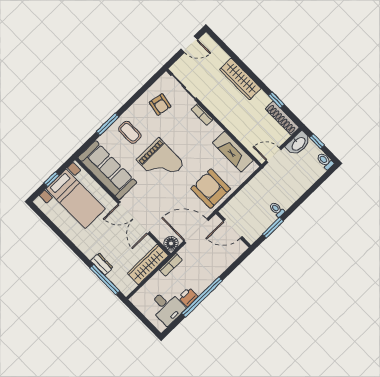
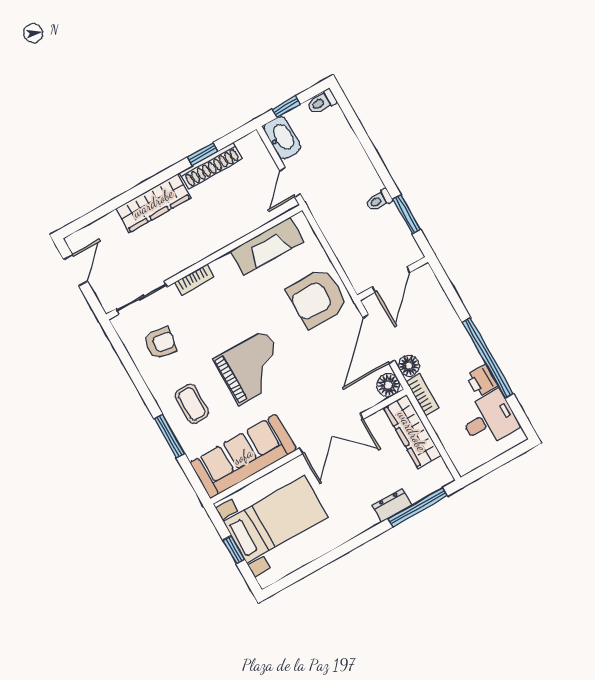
shoe rack: (282, 118) -> (211, 166), moved
coffee table: (130, 132) -> (192, 404), turned 90
floor lamp: (185, 252) -> (409, 366), added

